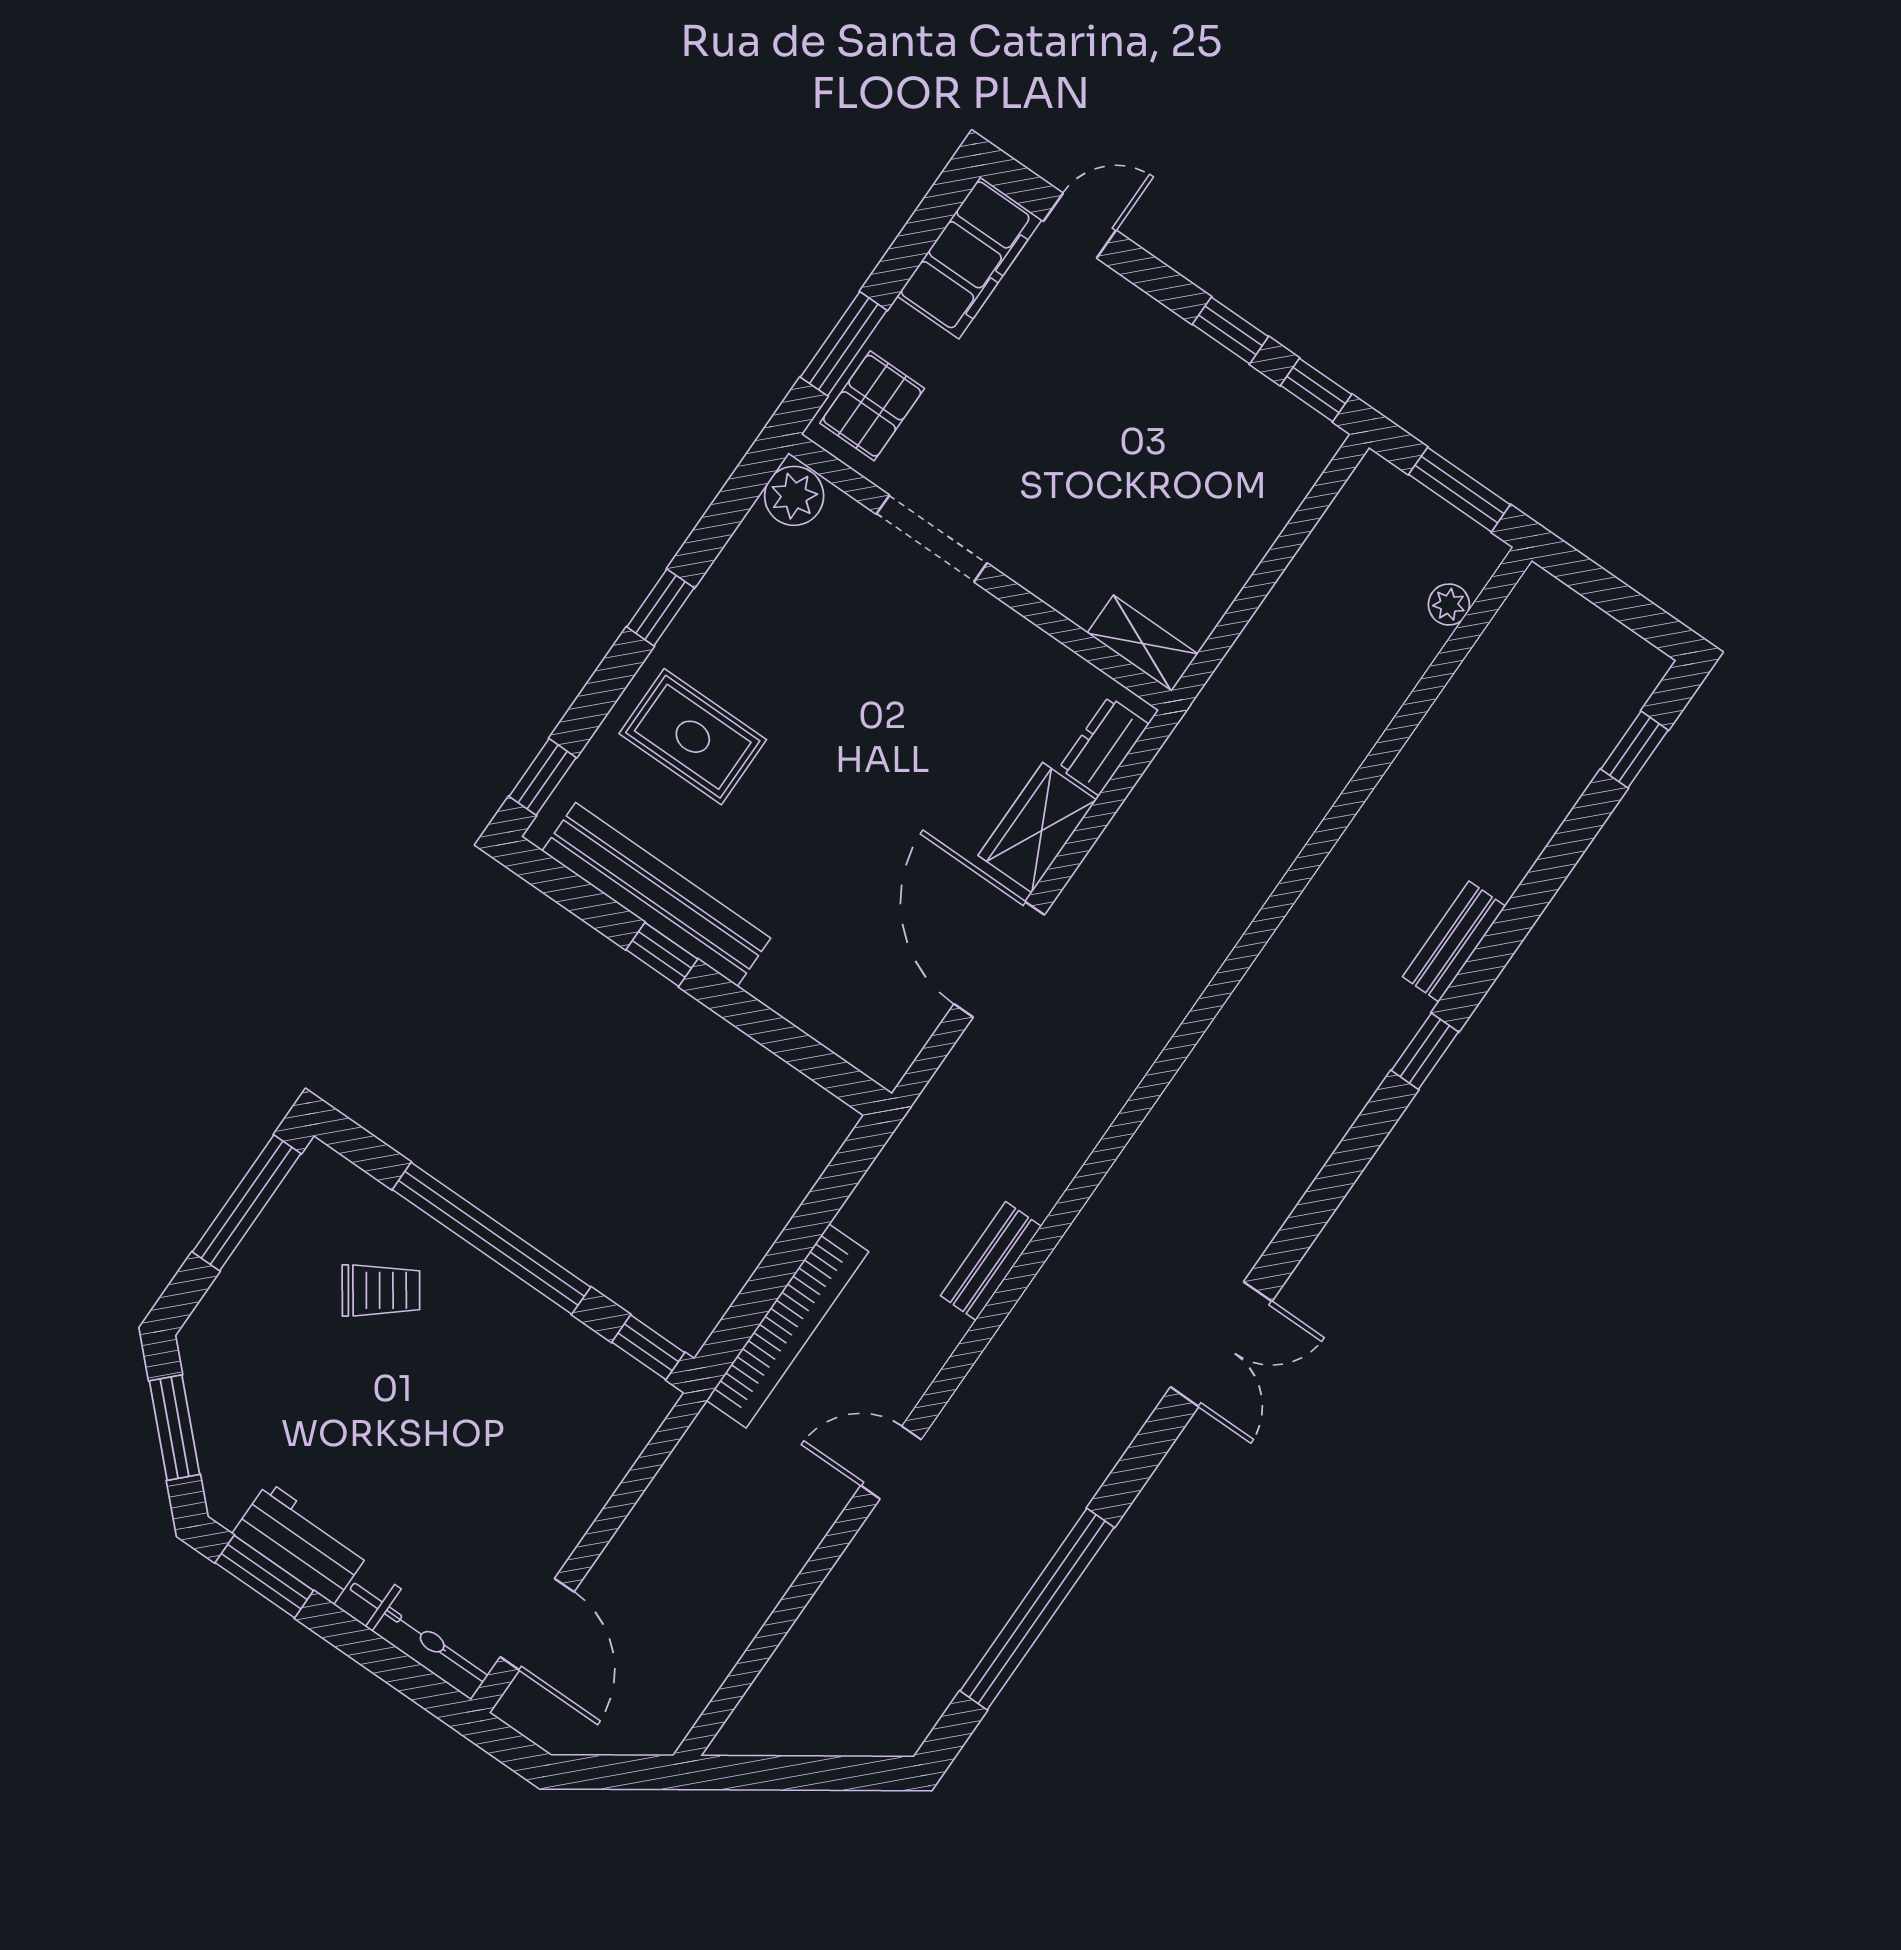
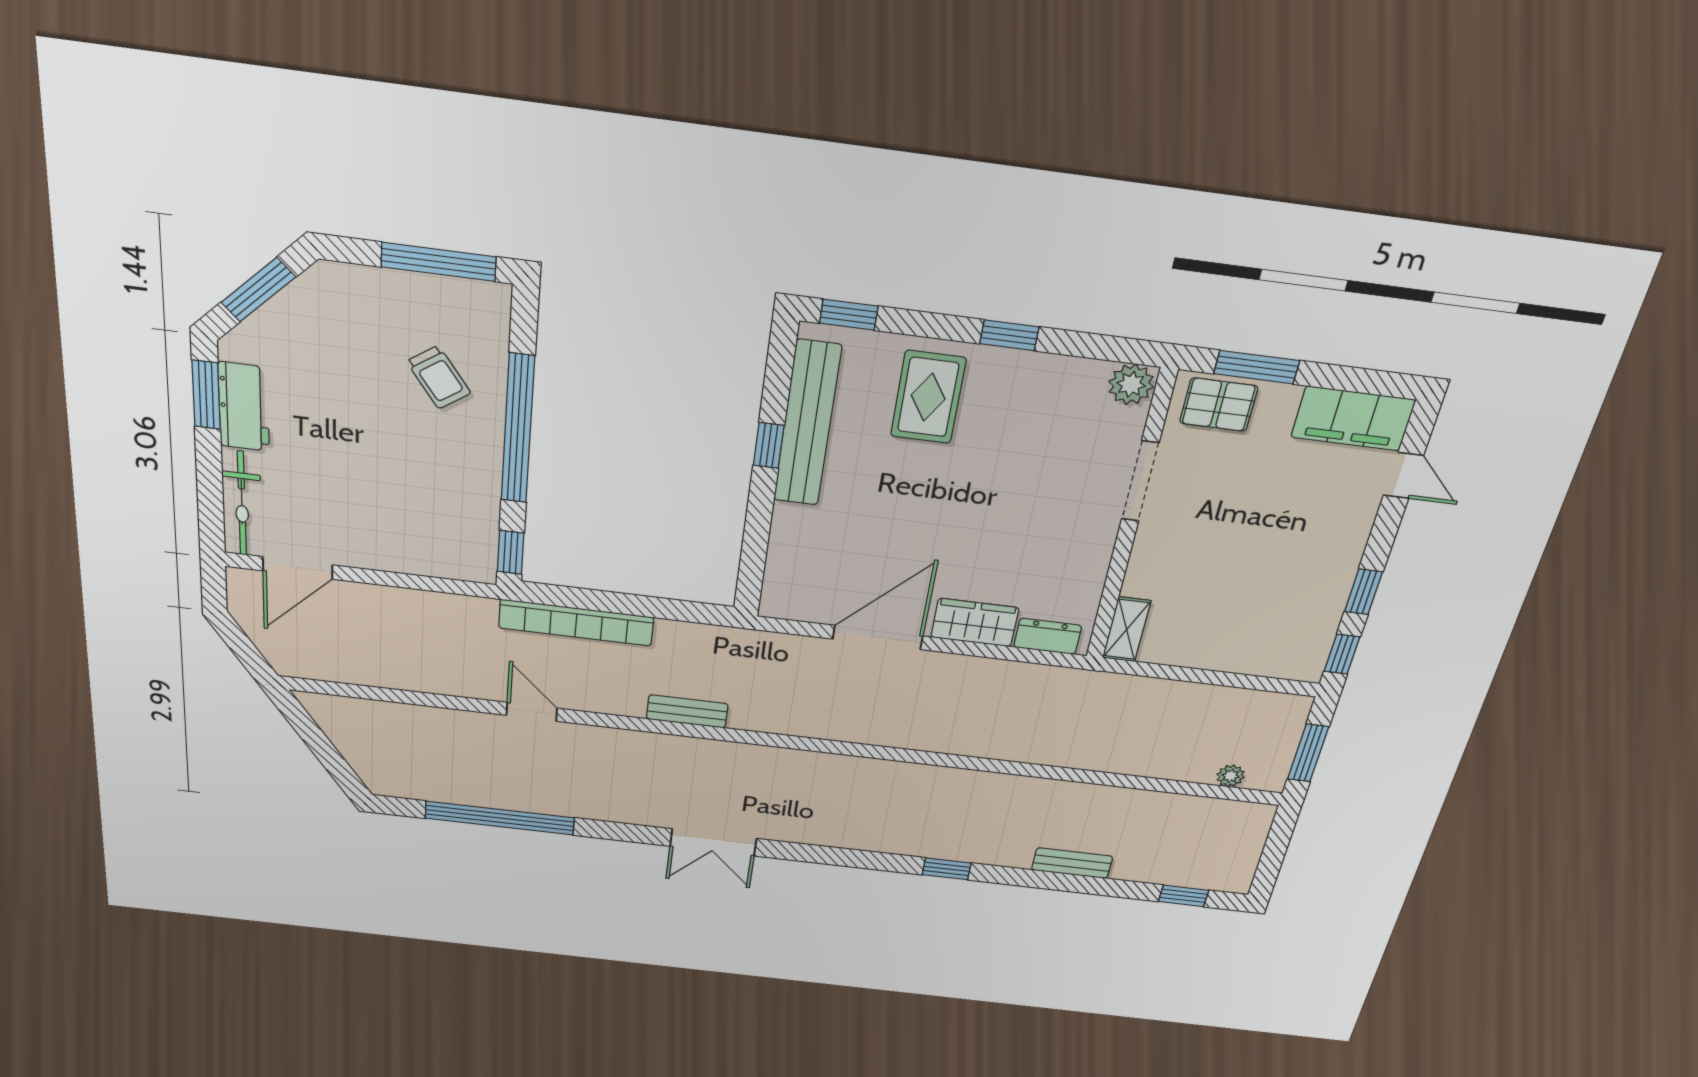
bench: (1454, 941) -> (1072, 863), moved

